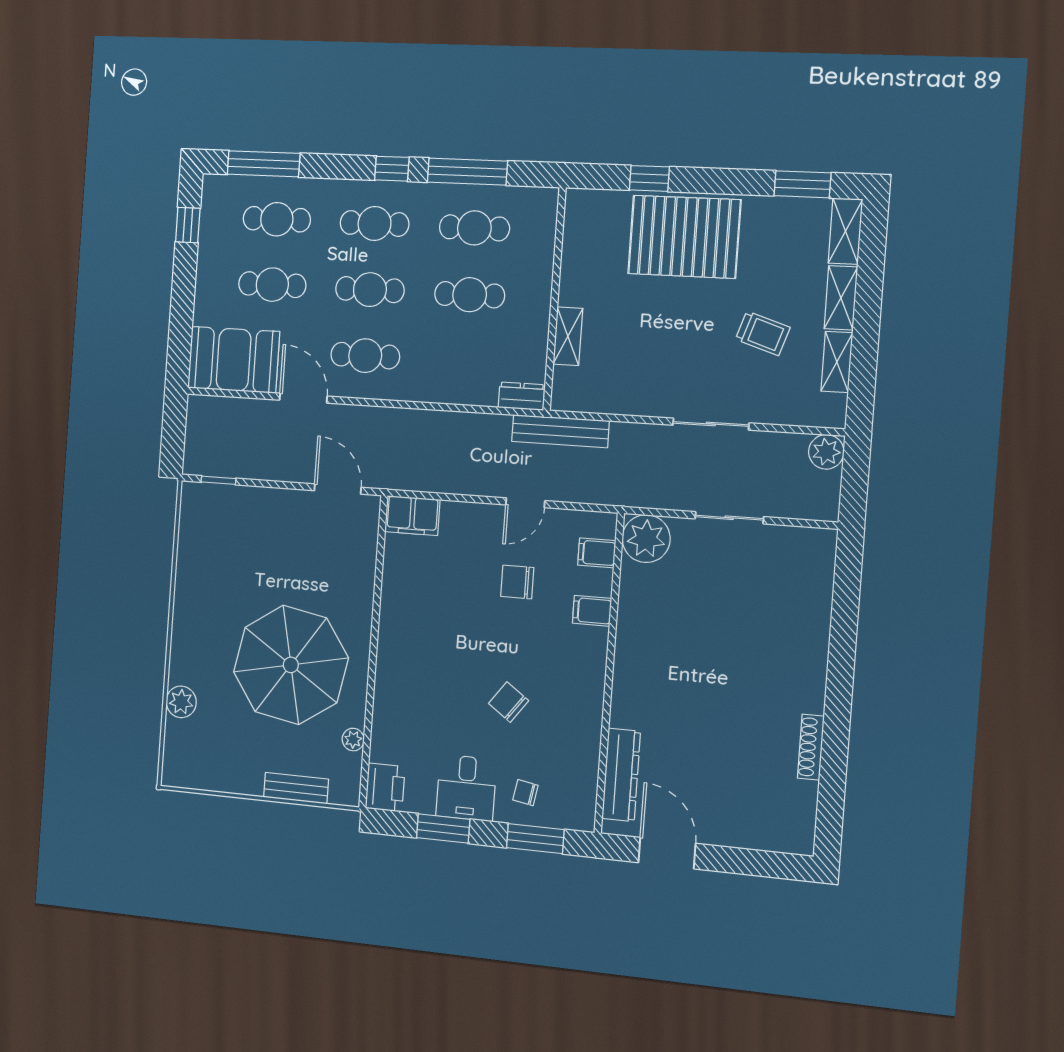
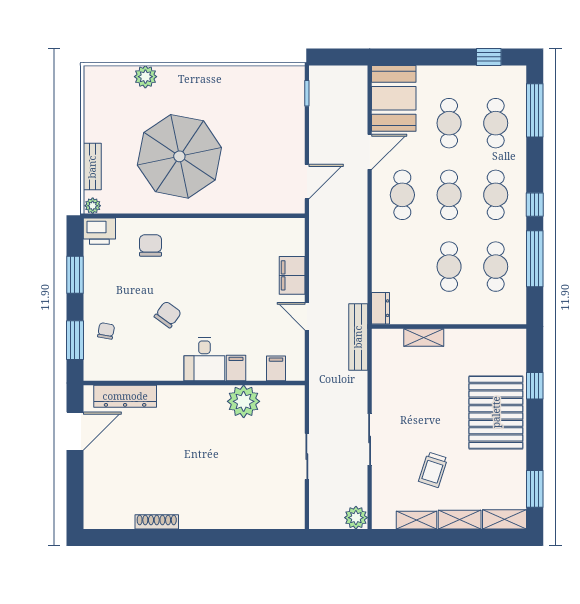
filing cabinet: (412, 516) -> (292, 275), moved
plant: (646, 539) -> (244, 401), moved
chair: (517, 582) -> (150, 245), moved
plant: (353, 740) -> (93, 206), moved
desk: (466, 788) -> (204, 359), moved, turned -90

